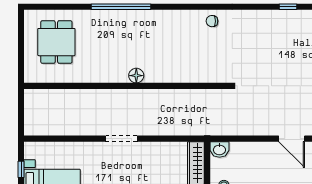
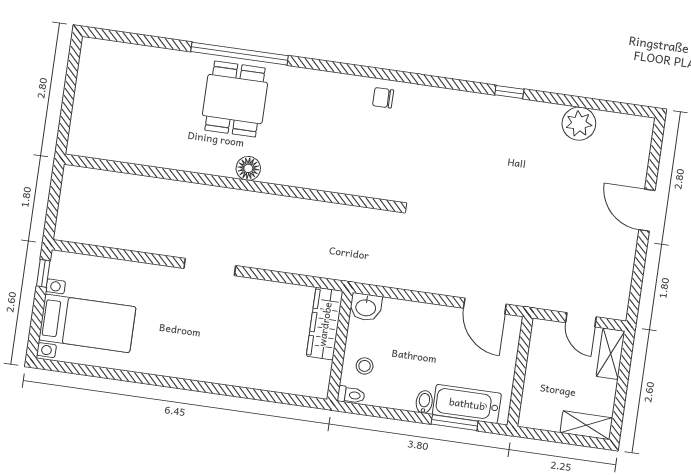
dining table: (56, 42) -> (235, 99), moved
window: (21, 169) -> (43, 273), moved

